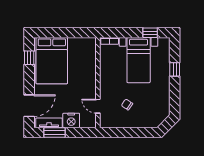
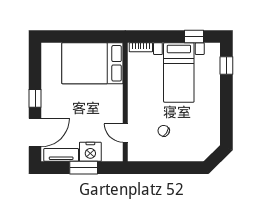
window: (29, 58) -> (35, 98), moved
bed: (52, 61) -> (92, 63), moved, turned 90
window: (175, 69) -> (226, 66), moved
window: (54, 132) -> (84, 168), moved

